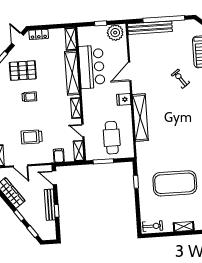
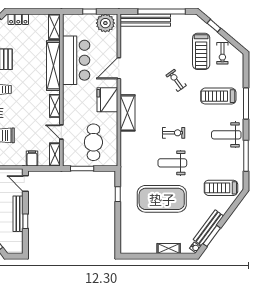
fridge: (124, 99) -> (107, 100), width x1.88, depth x1.34
shelving: (140, 118) -> (127, 113), width x0.68
weight bench: (182, 151) -> (172, 163), added
exercise bike: (153, 226) -> (174, 133), moved

